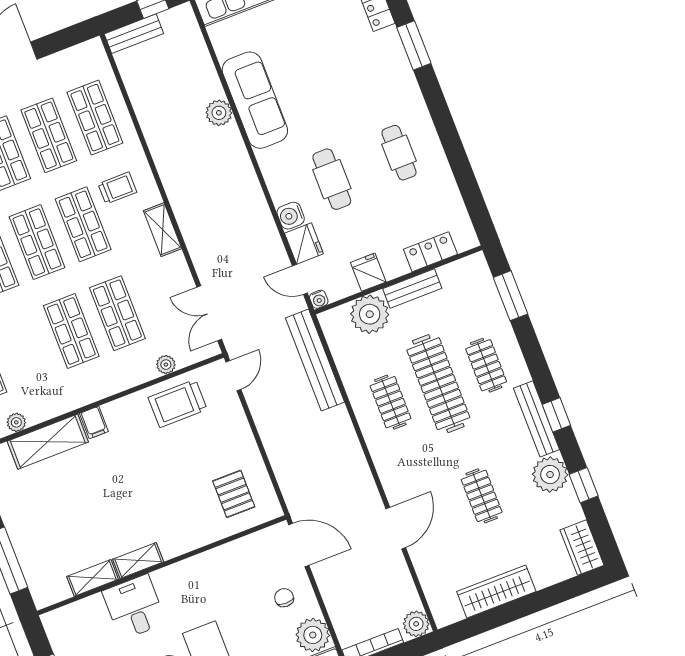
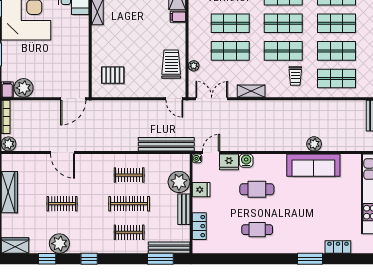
shelving: (163, 230) -> (251, 91), moved
clothes rail: (438, 384) -> (129, 204), width x0.73, depth x0.76
bench: (537, 419) -> (169, 248), moved
chair: (284, 598) -> (49, 80), removed

